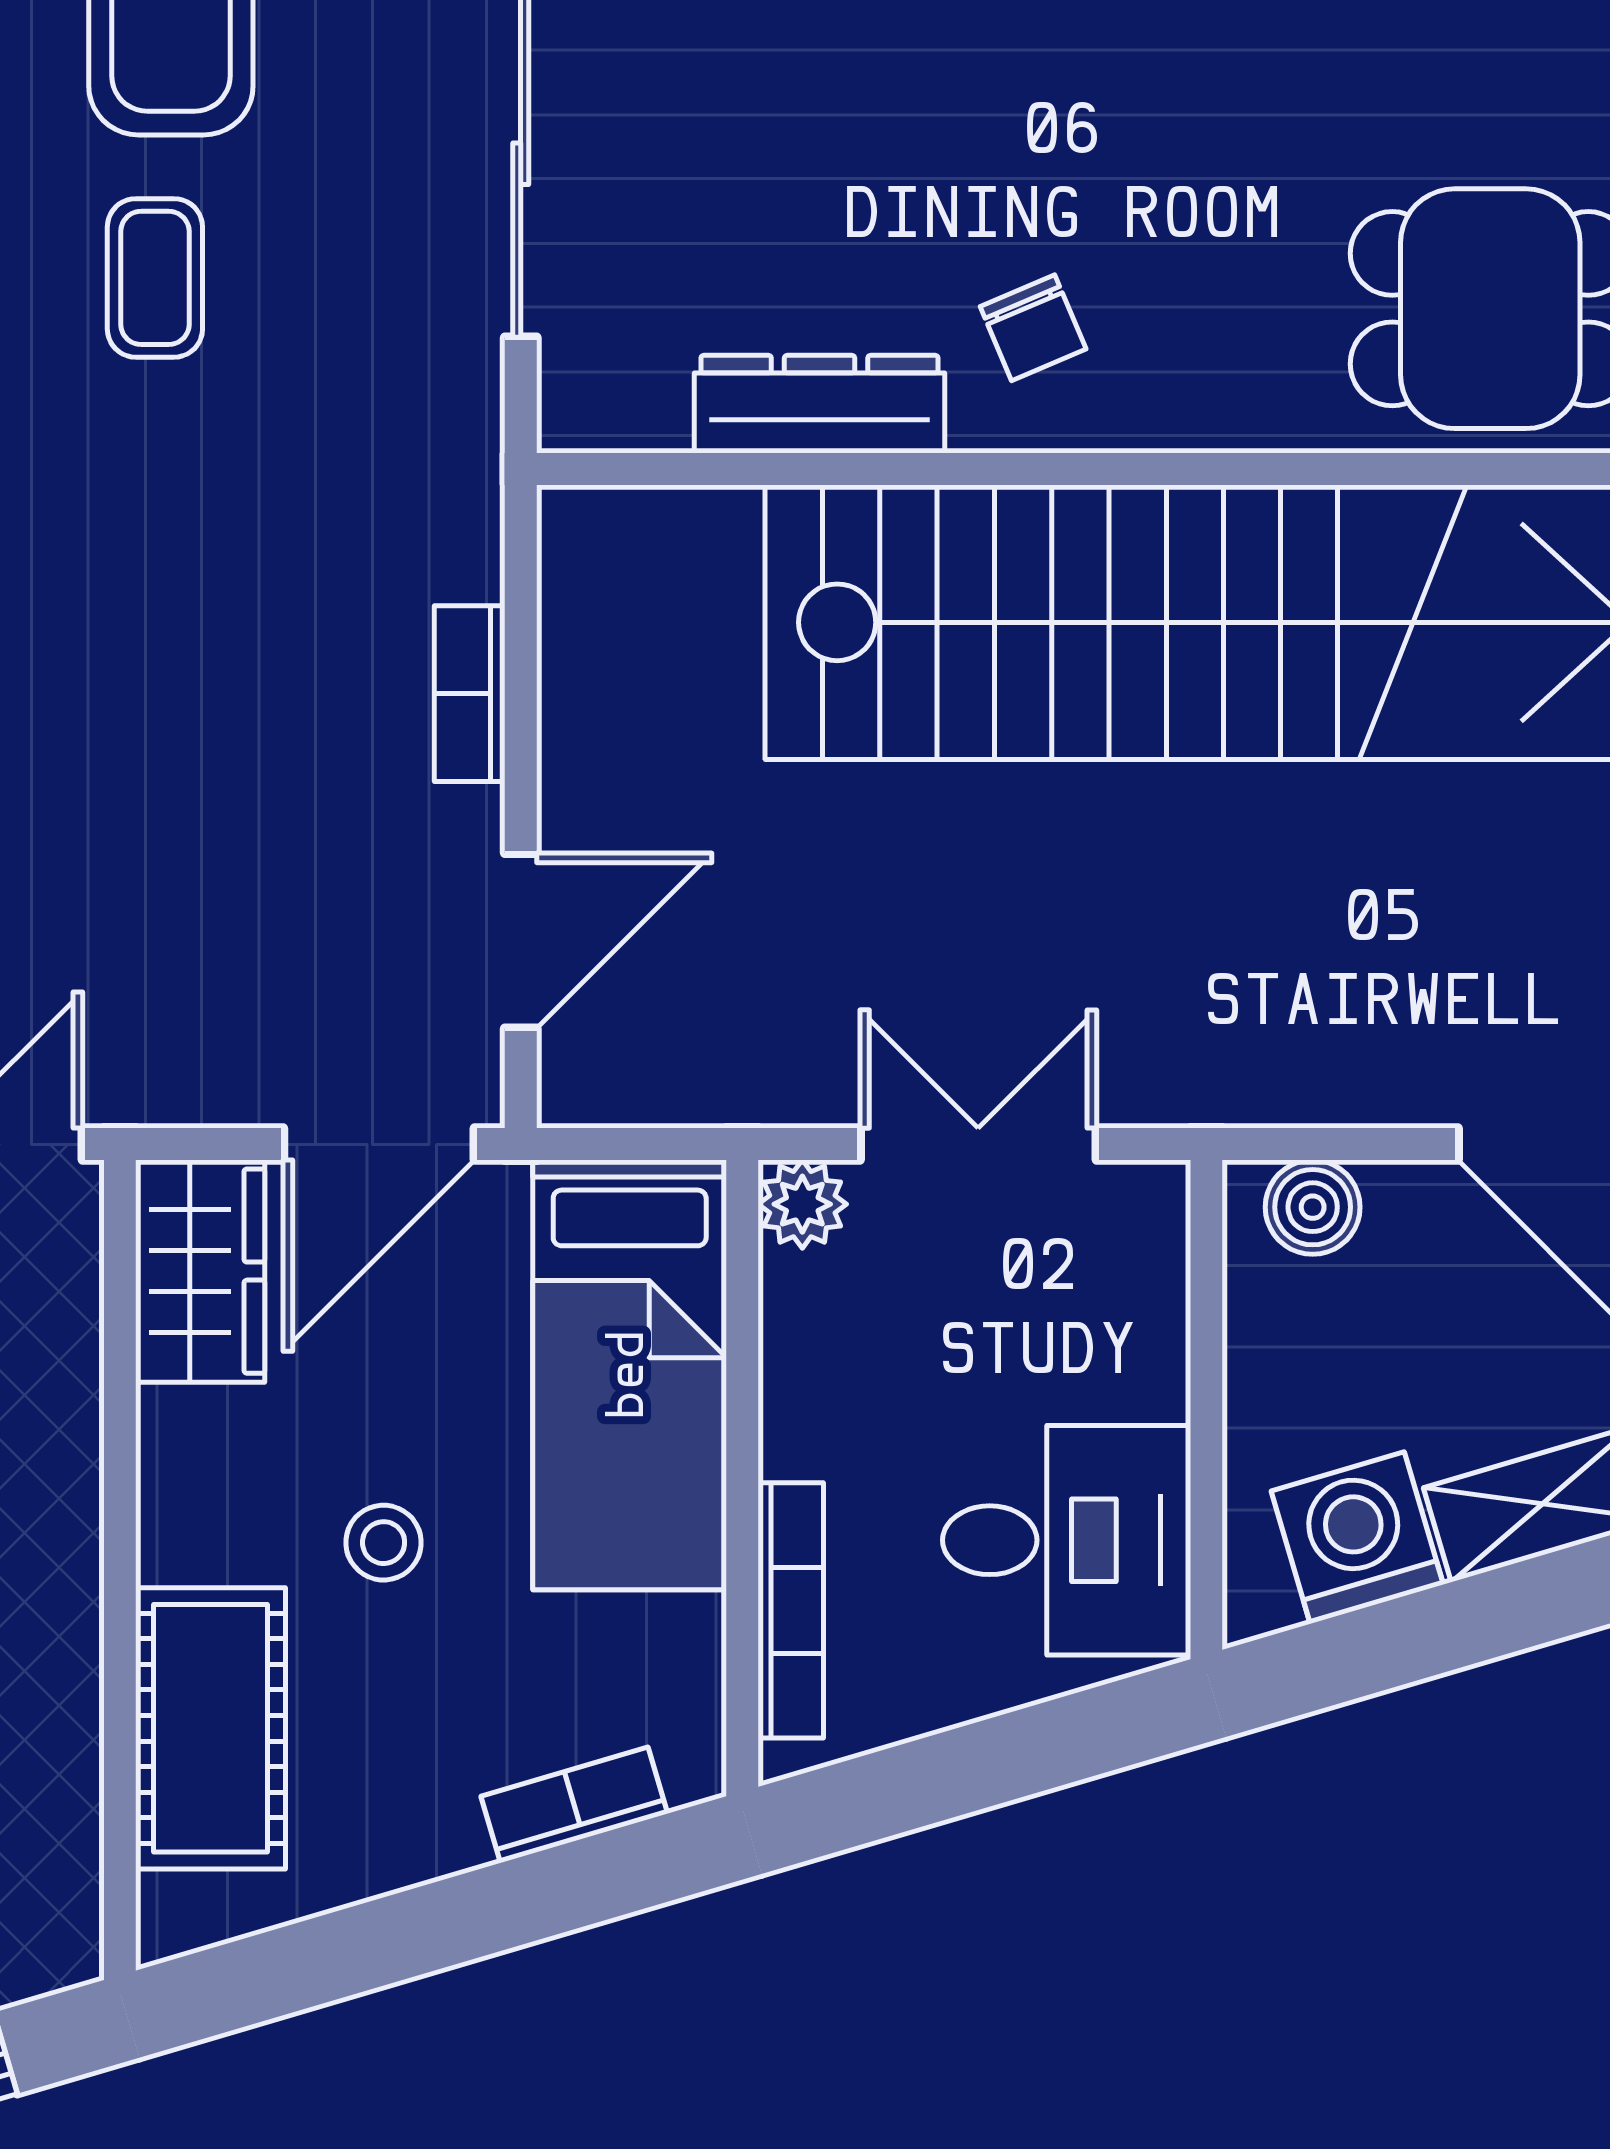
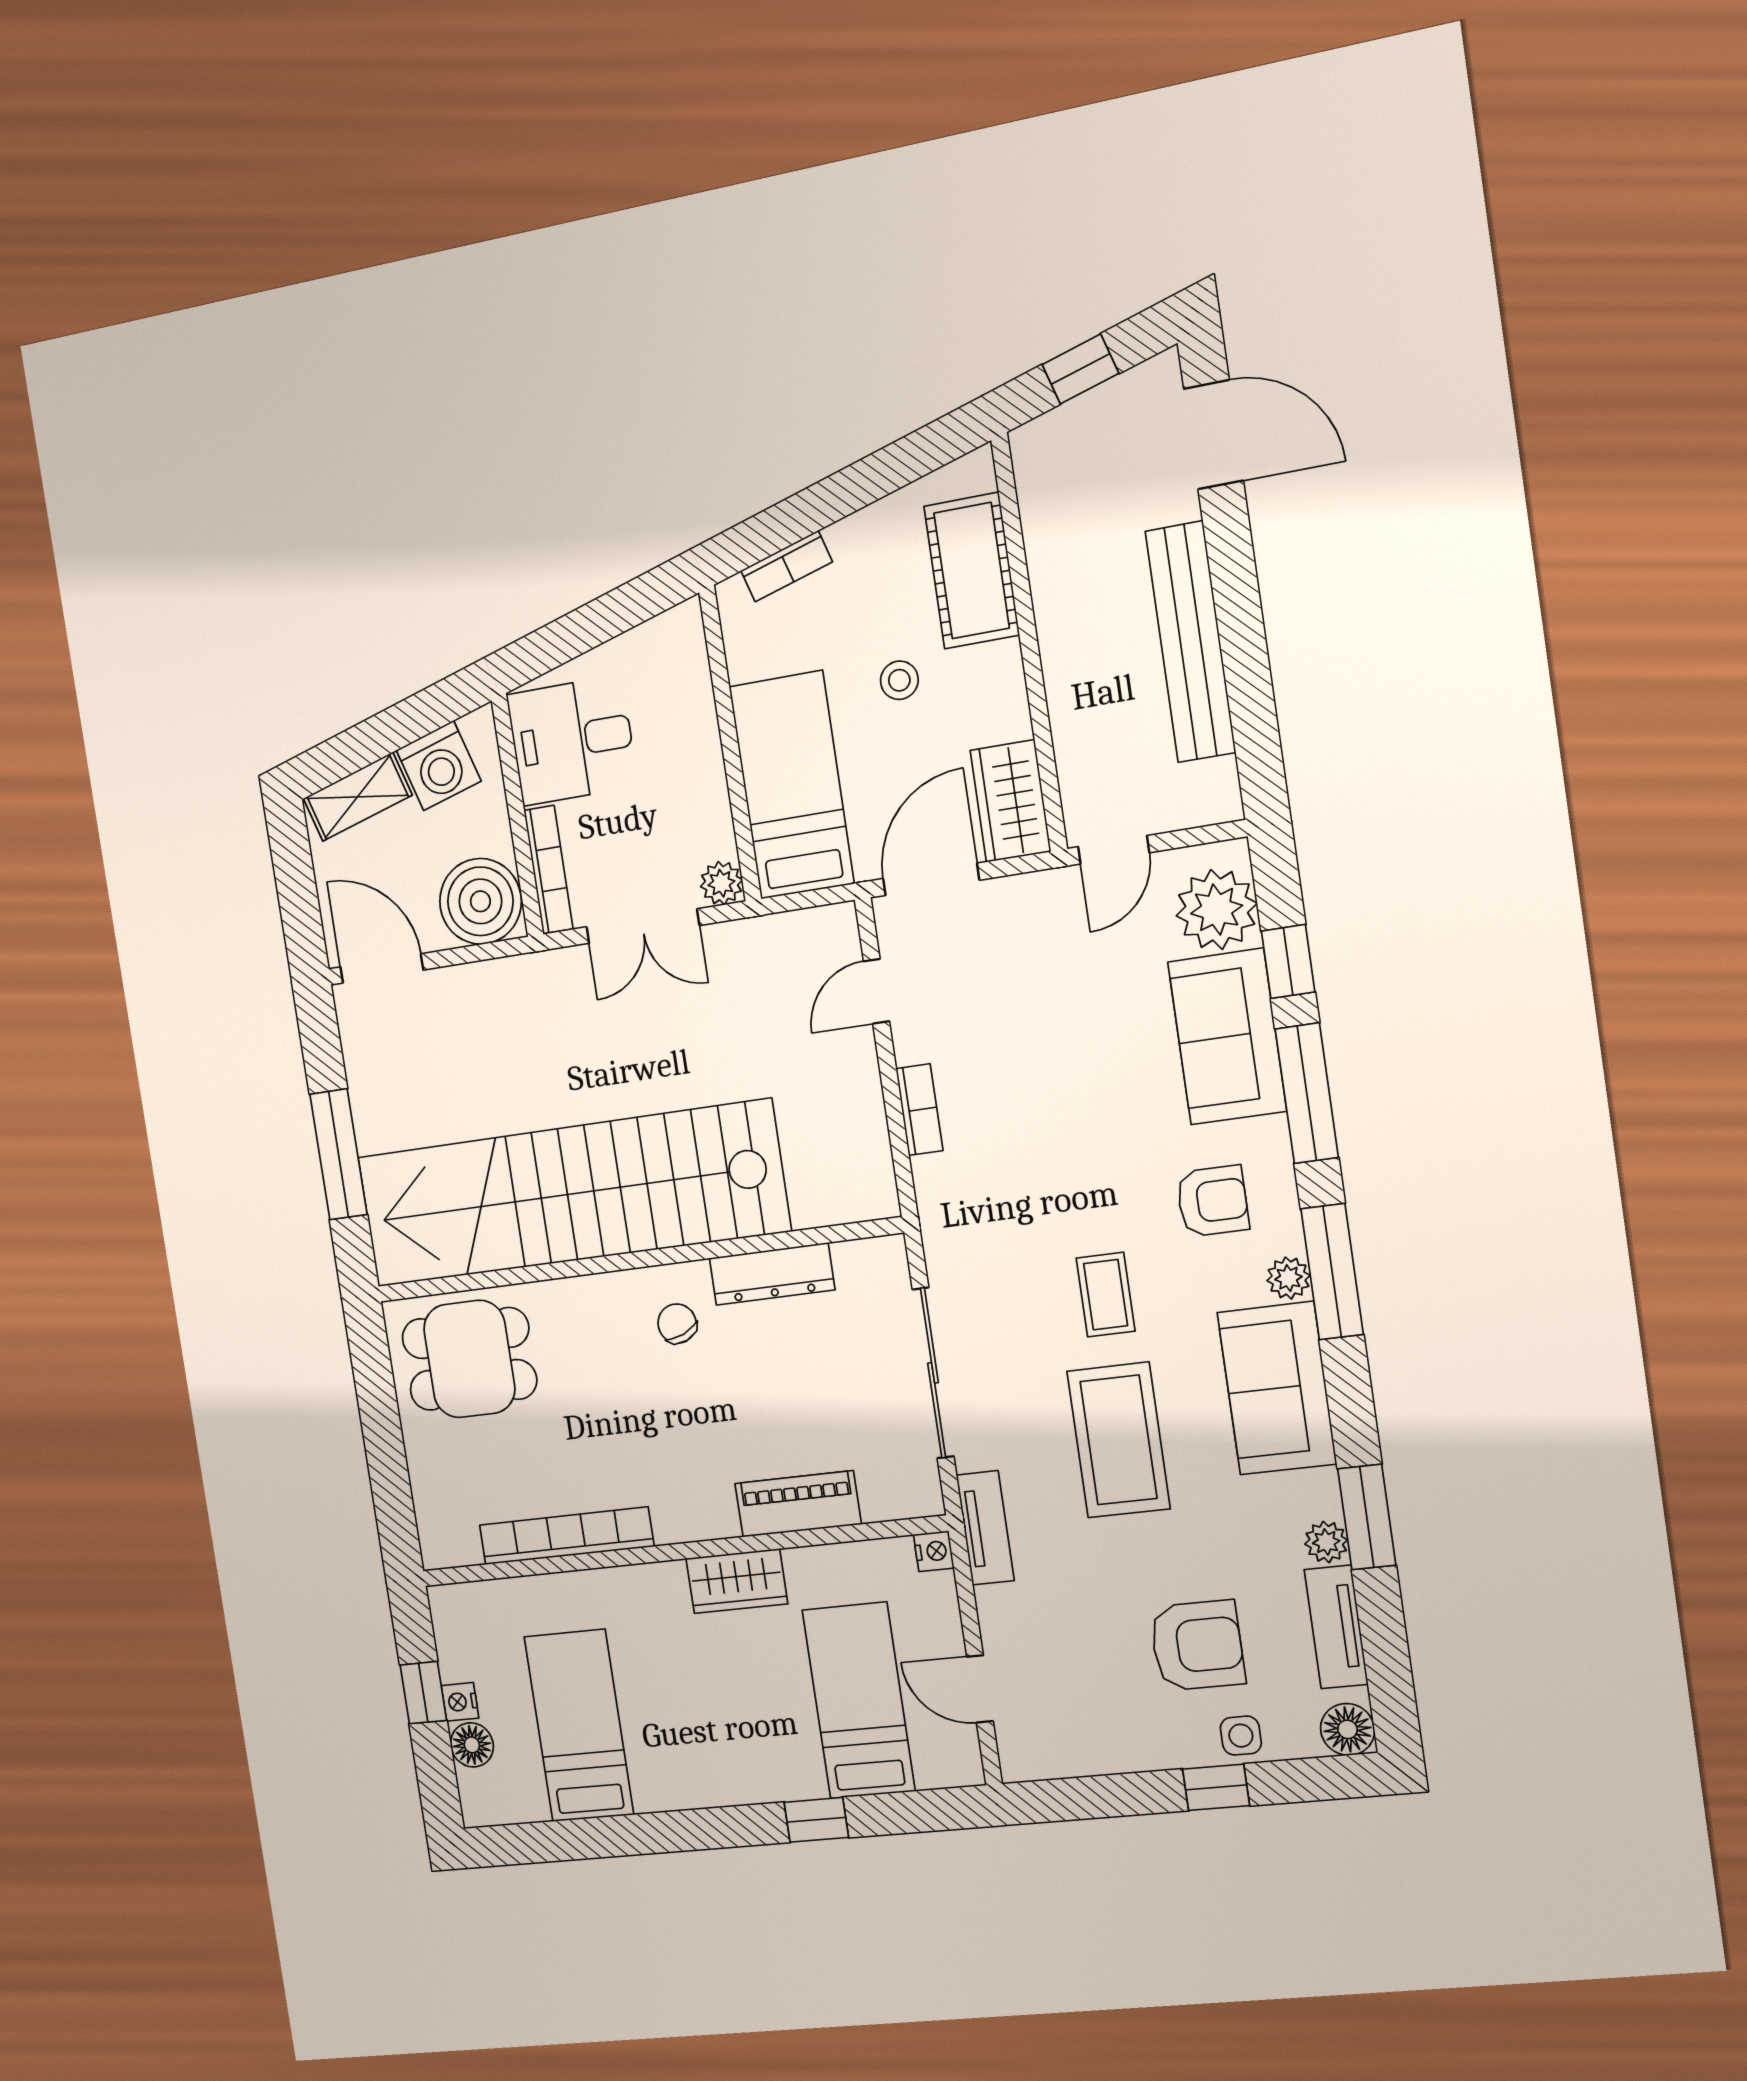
door: (521, 941) -> (876, 991), width x0.73
boiler: (1313, 1207) -> (480, 901), width x1.86, depth x1.86
bookcase: (791, 1610) -> (548, 870), moved, turned 180

